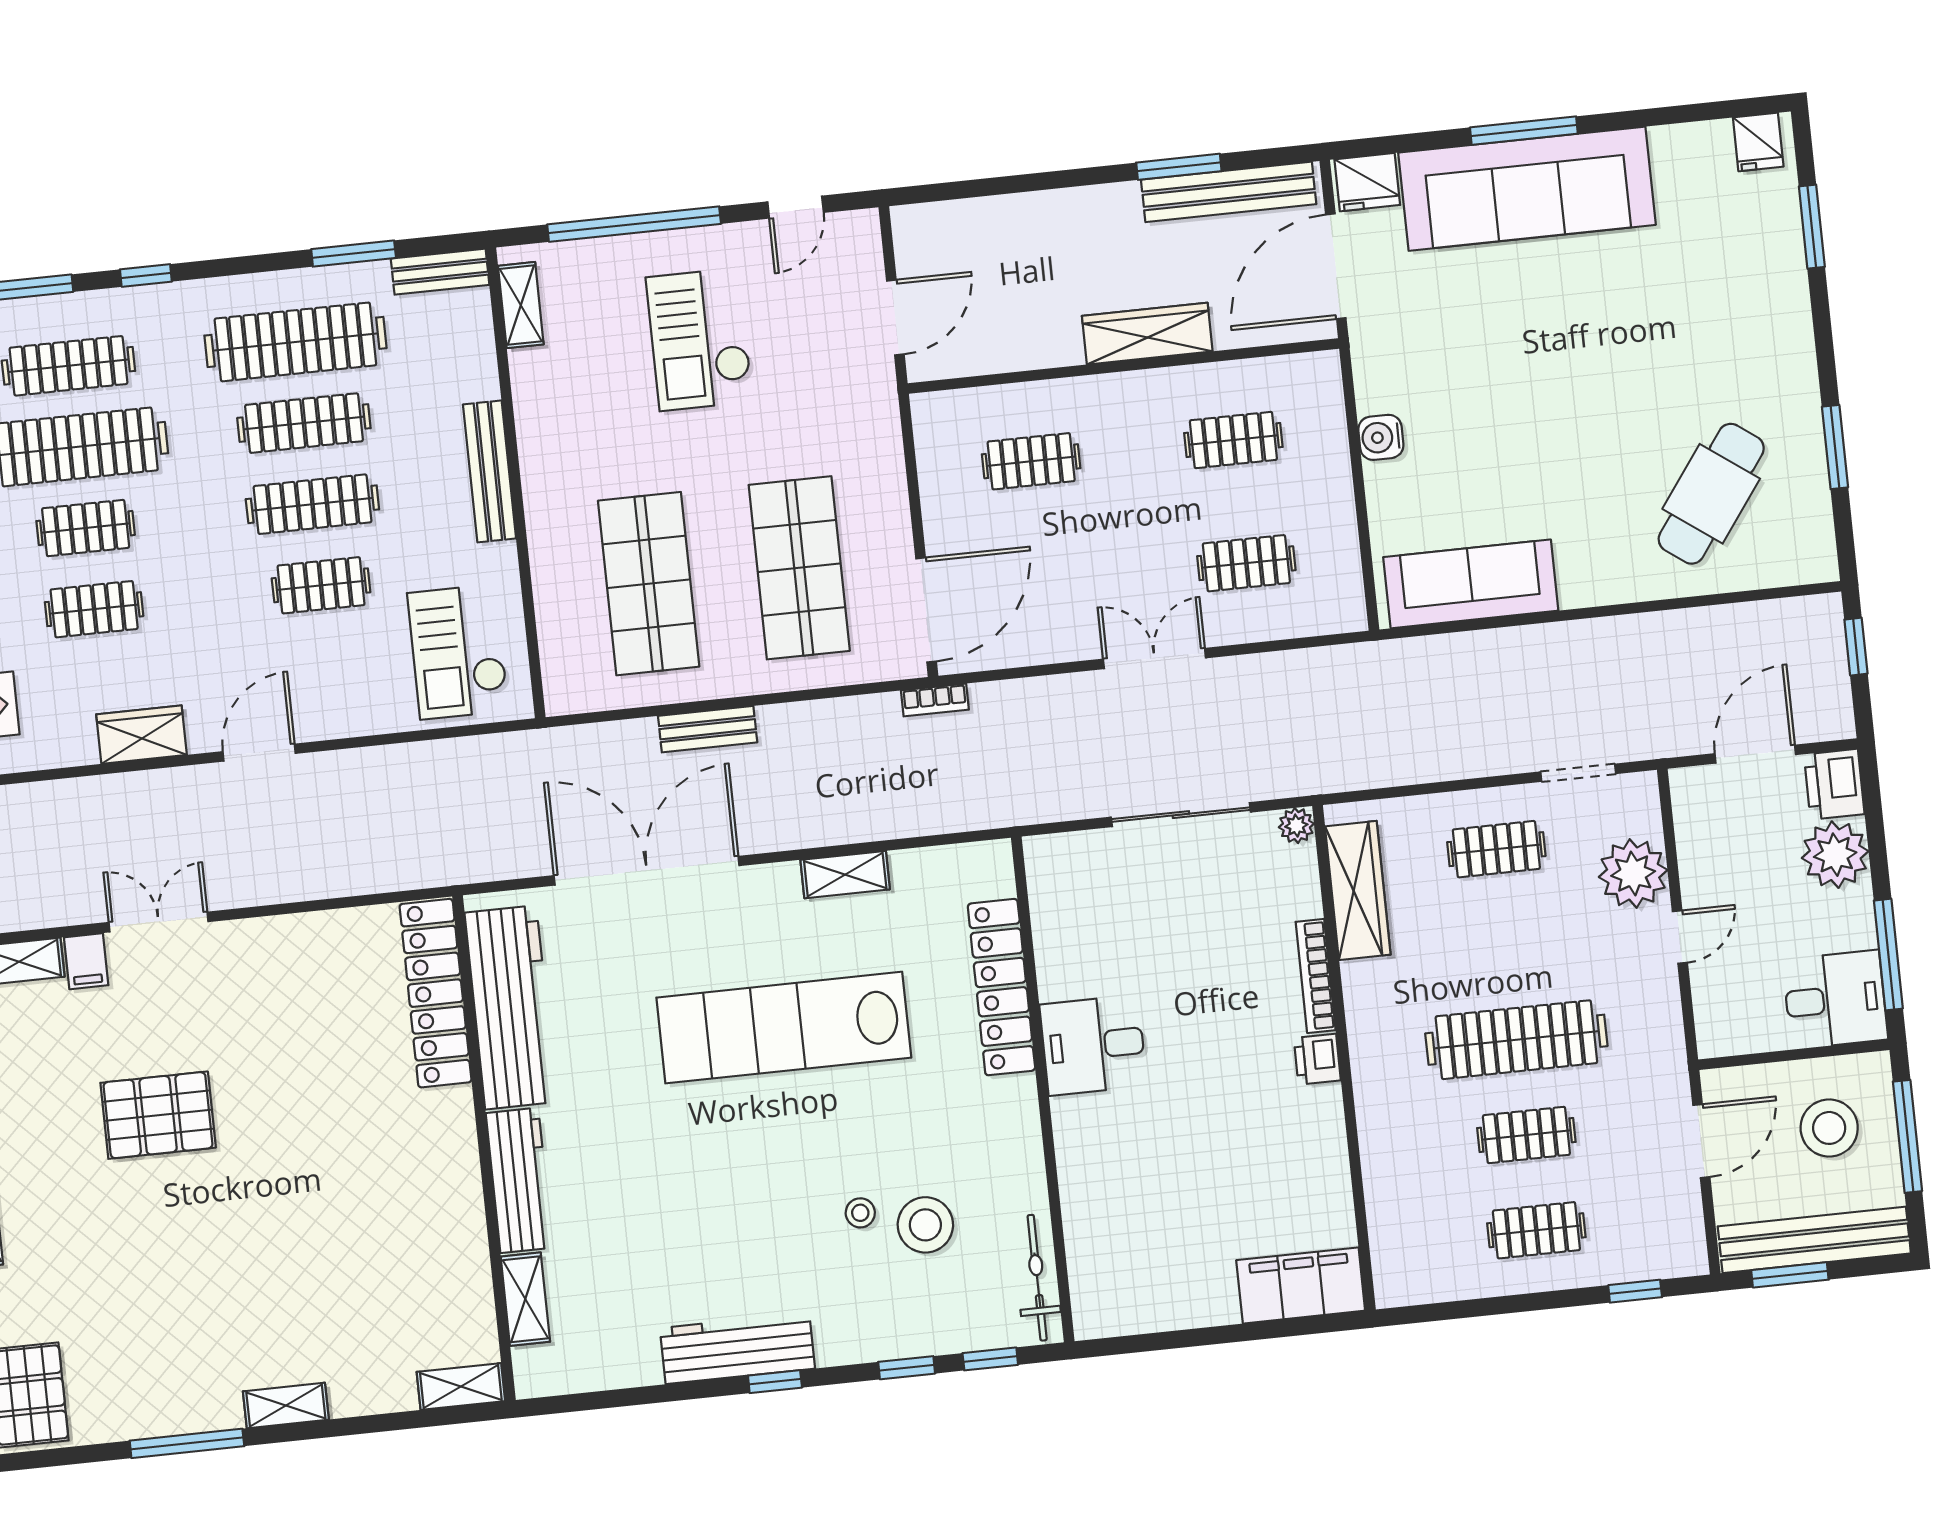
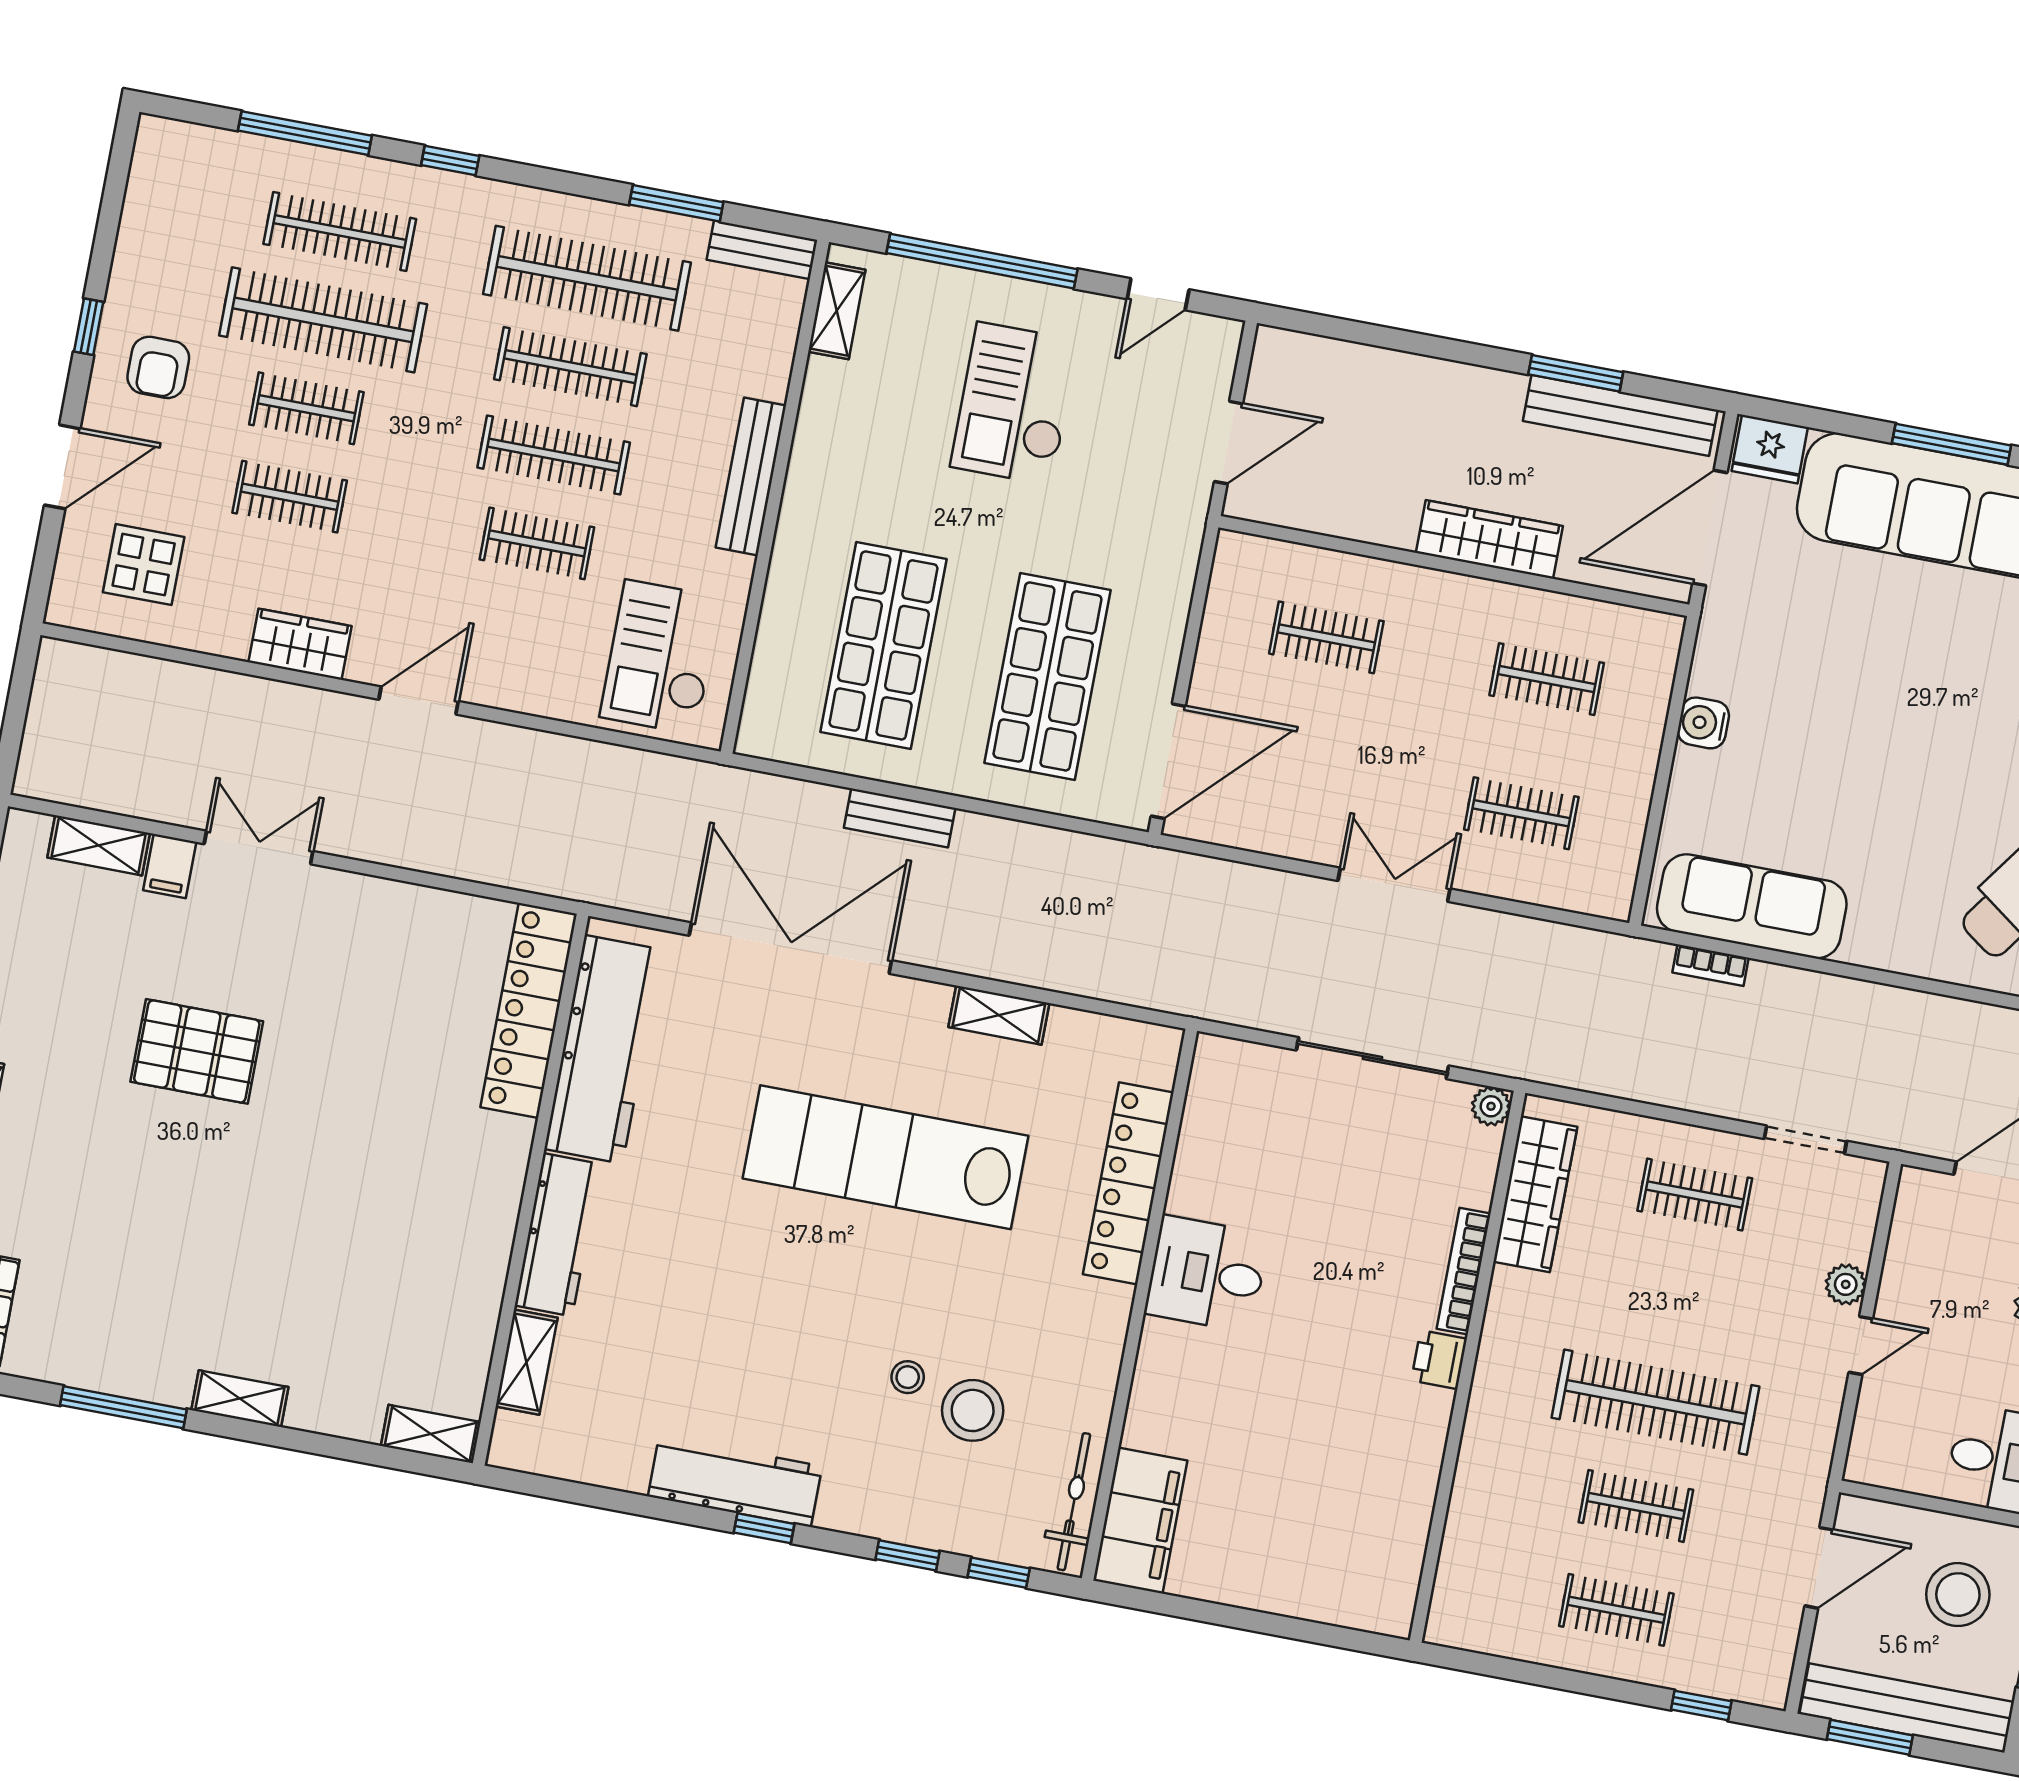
bookcase: (935, 700) -> (1710, 965), moved
plant: (1633, 873) -> (1846, 1284), width x0.53, depth x0.53
filing cabinet: (1301, 1285) -> (1140, 1521), moved, turned 90

